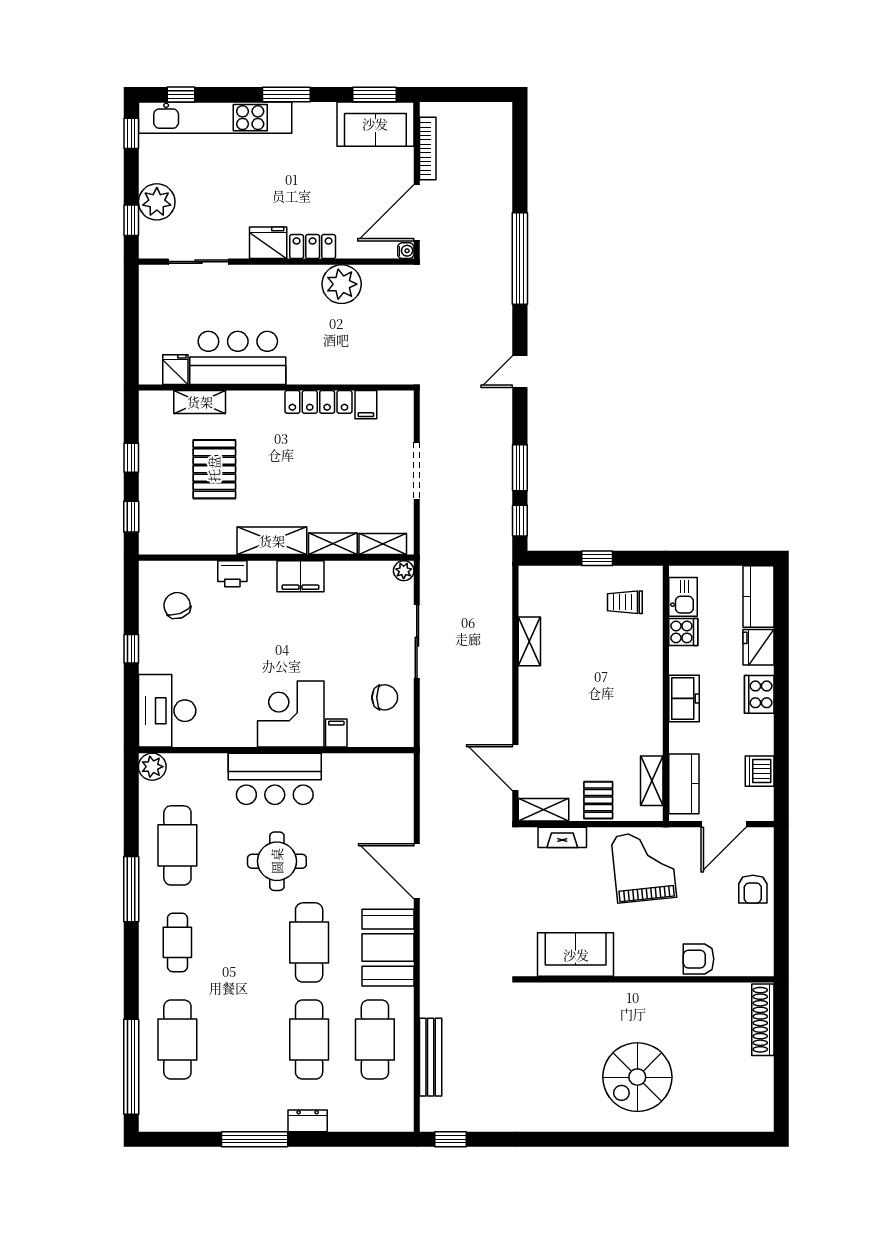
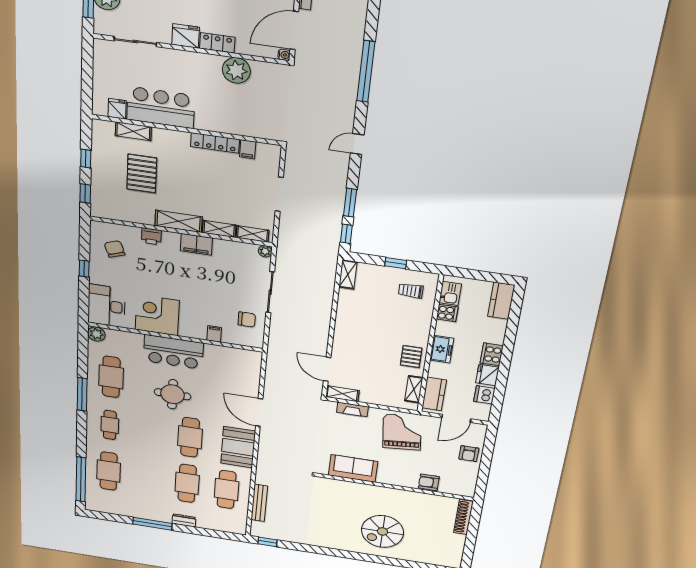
shelving: (529, 641) -> (348, 275), moved
fridge: (759, 647) -> (487, 375), moved
corner desk: (291, 714) -> (157, 315), moved
pallet: (598, 800) -> (411, 357), moved

